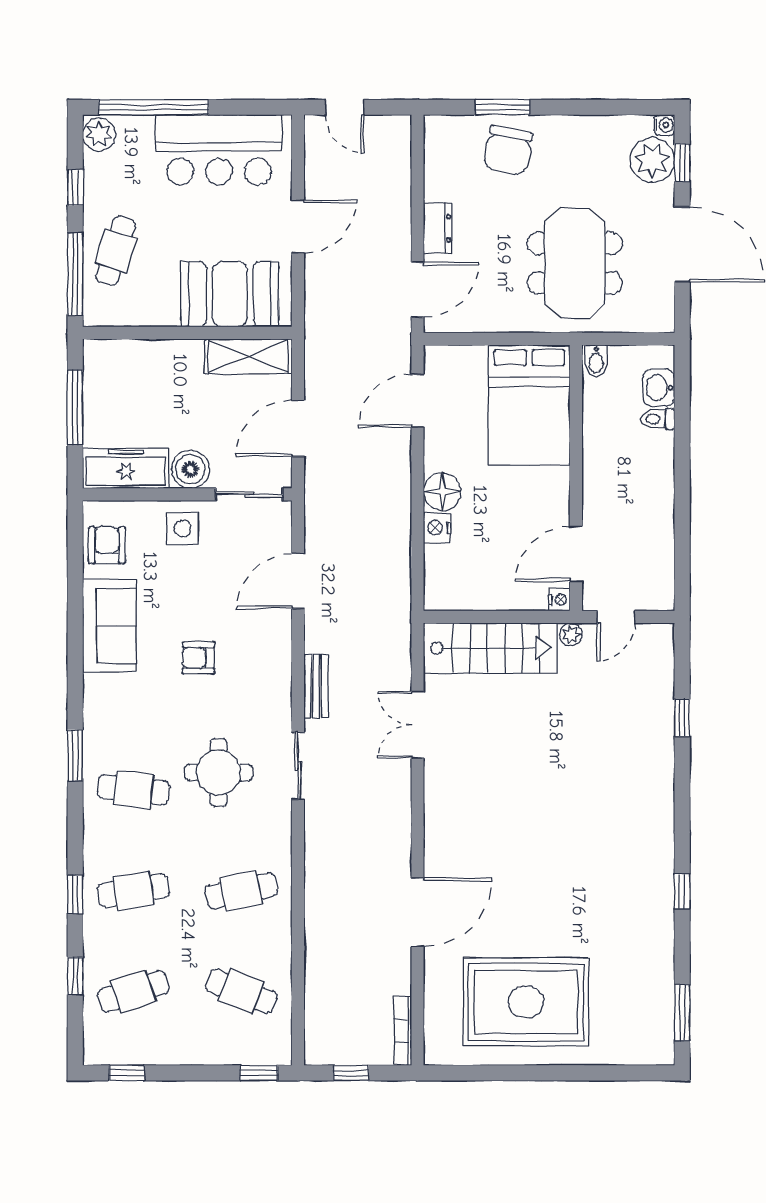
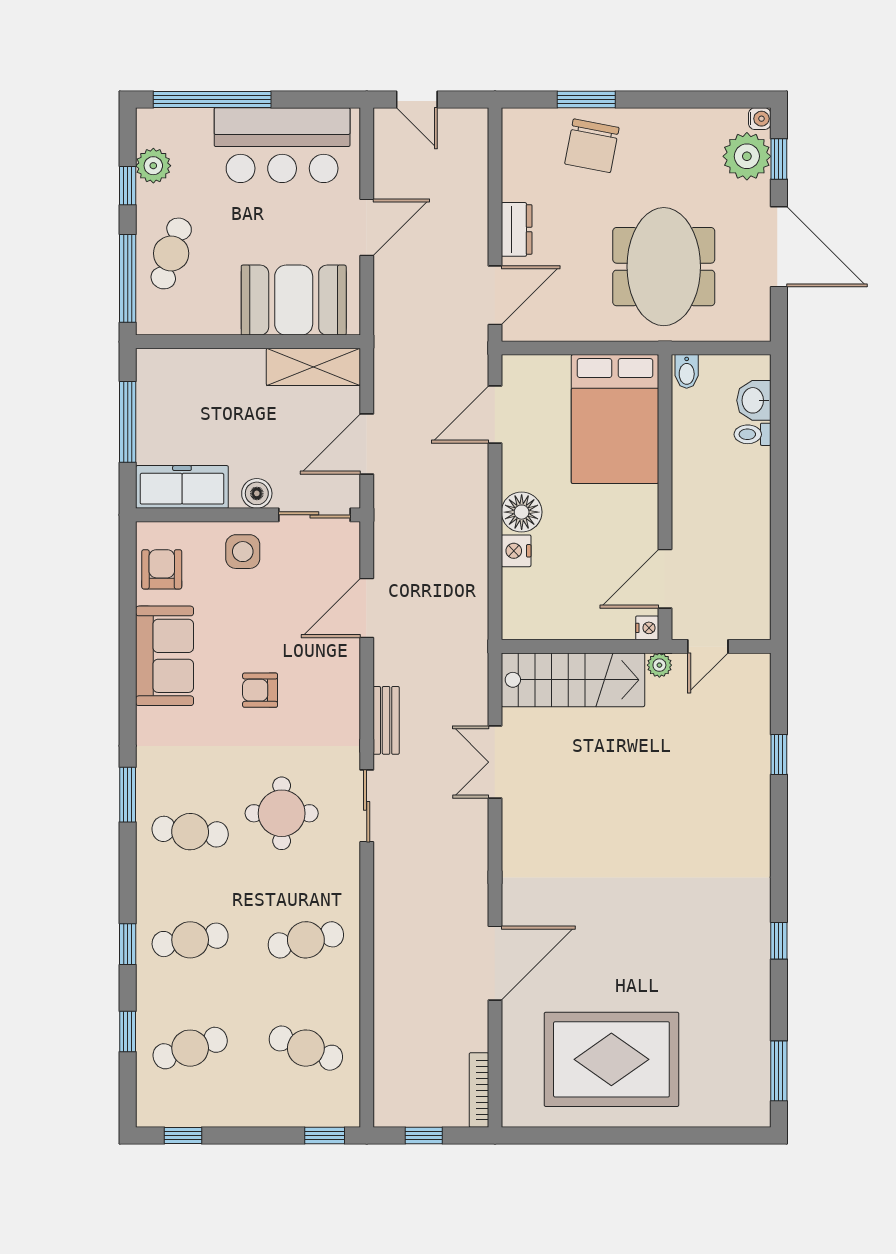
plant: (99, 134) -> (153, 166), moved
boiler: (190, 469) -> (257, 493), width x0.73, depth x0.73

